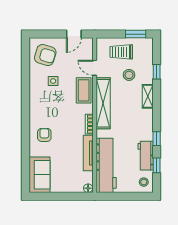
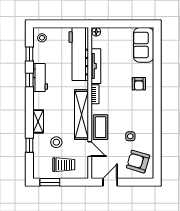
workbench: (146, 156) -> (40, 78), moved

